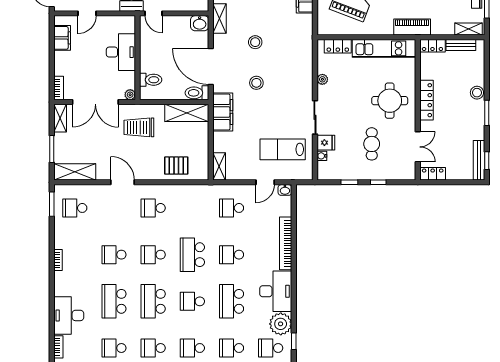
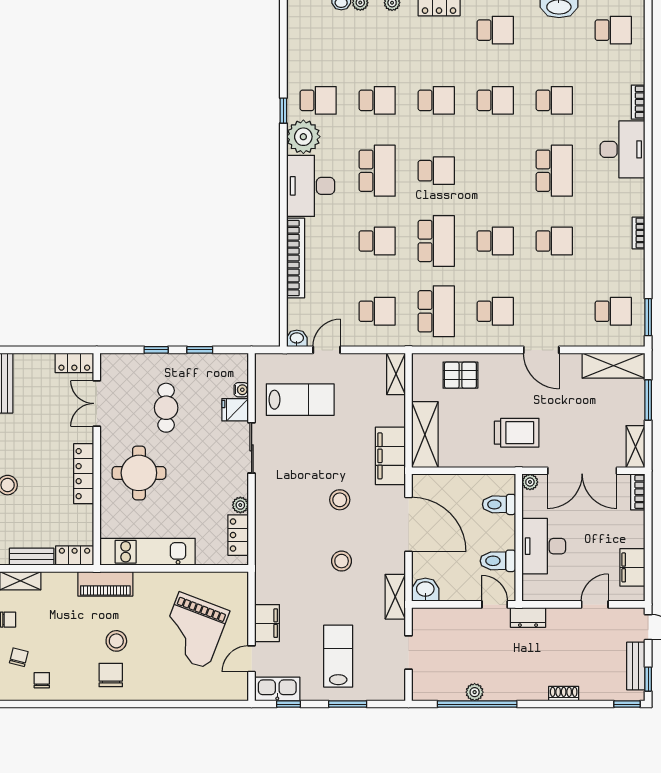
locker: (338, 46) -> (238, 535), moved, turned -90
toilet: (197, 93) -> (498, 561), moved, turned 180
double door: (95, 102) -> (582, 471), swing flipped
shelving: (187, 113) -> (425, 435), moved, turned 90
school desk: (153, 301) -> (436, 311), moved

